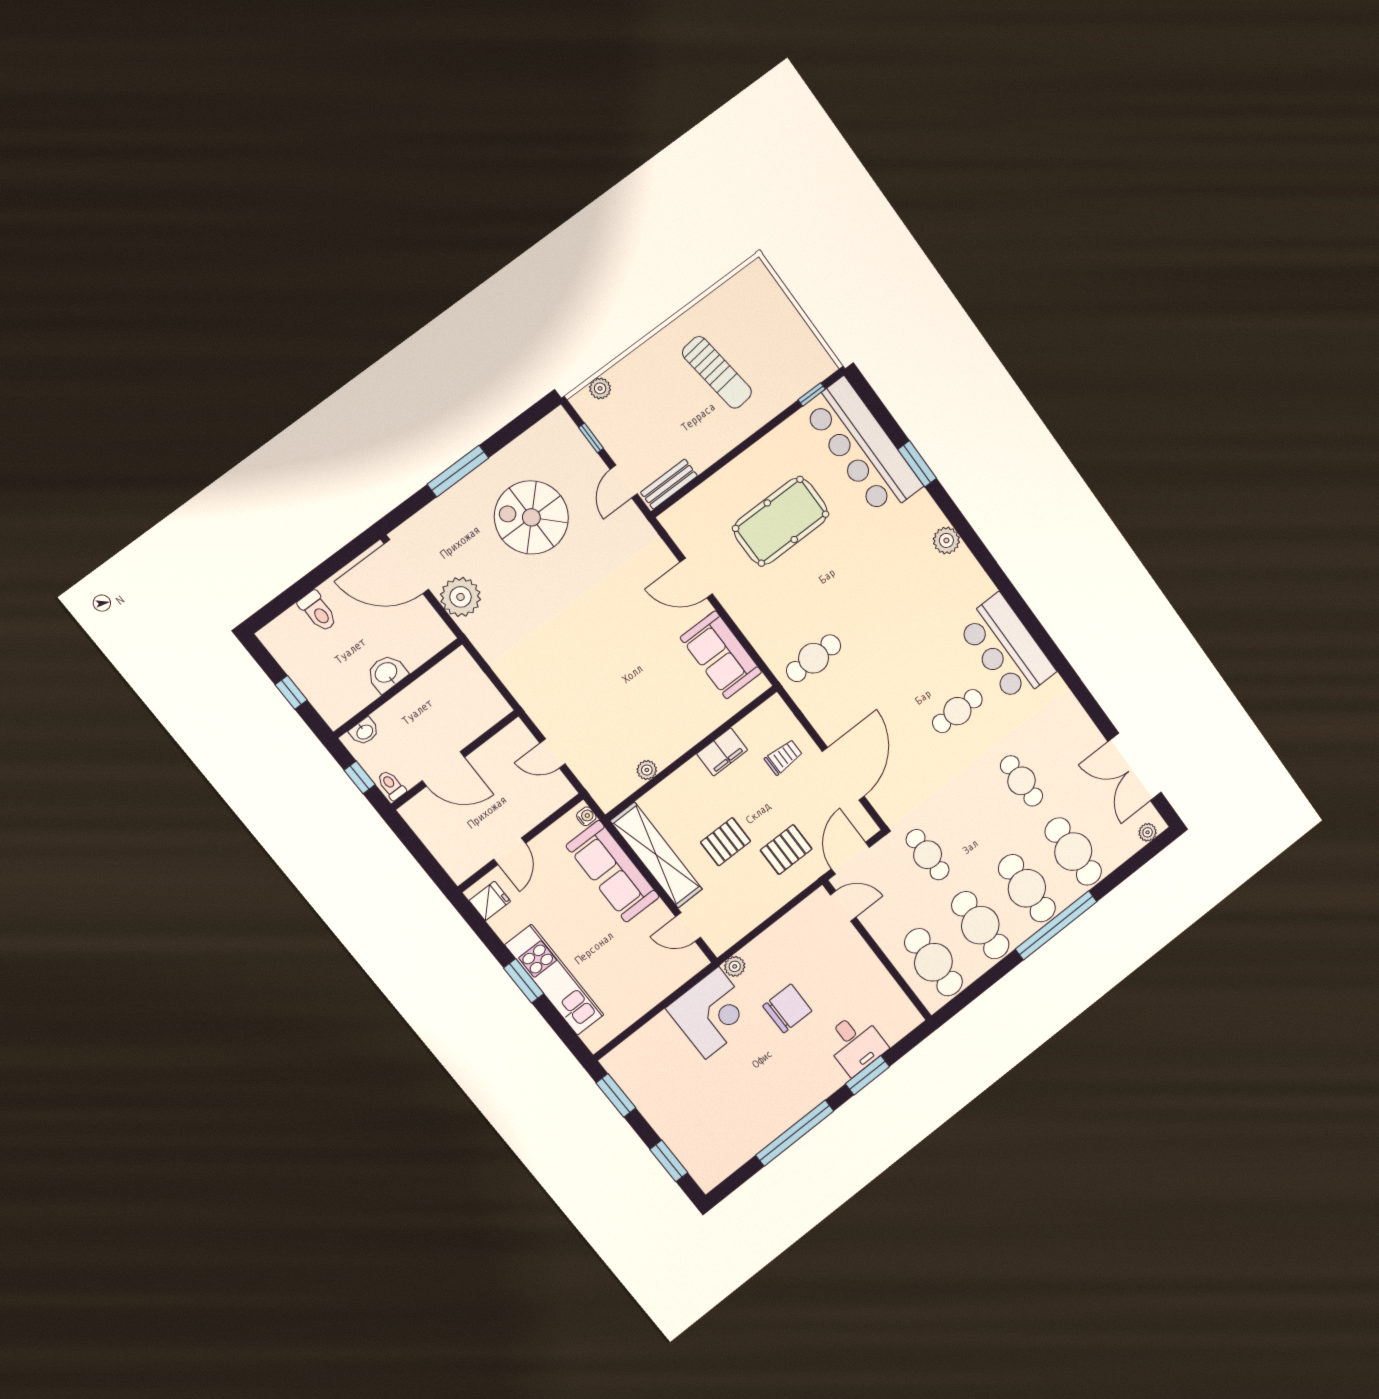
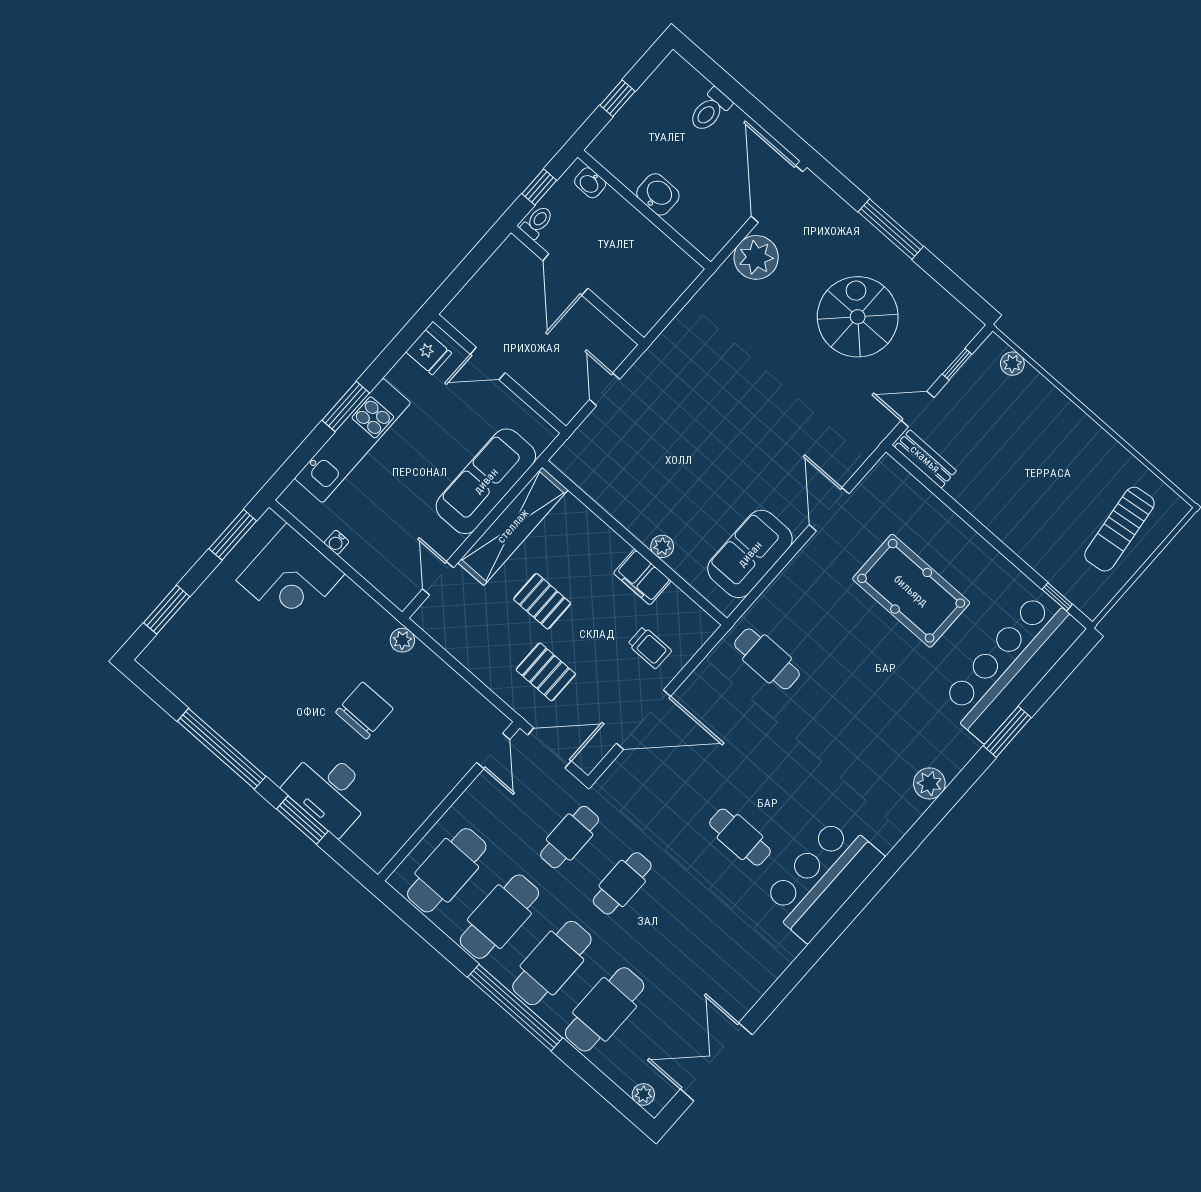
sun lounger: (717, 372) -> (1119, 529), moved
plant: (647, 770) -> (662, 546), moved
cafe table: (1022, 781) -> (622, 883), moved
water cooler: (586, 816) -> (337, 542), moved, turned 90
chair: (787, 1008) -> (364, 710), turned -90
corner desk: (712, 1013) -> (290, 577), moved
desk: (855, 1043) -> (329, 791), width x1.37

